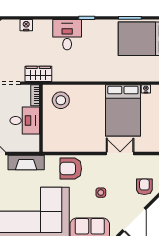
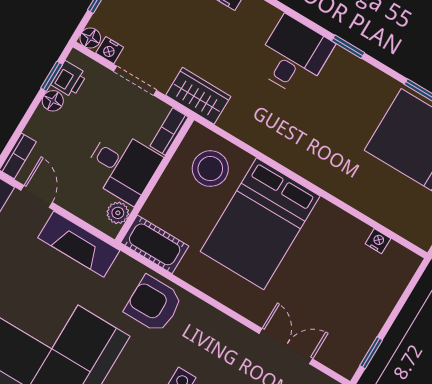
bed: (123, 110) -> (260, 224), moved
plant: (34, 140) -> (118, 213), added
cot: (57, 144) -> (155, 244), added
double door: (120, 153) -> (286, 346), moved

